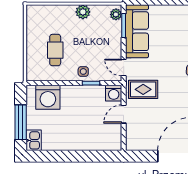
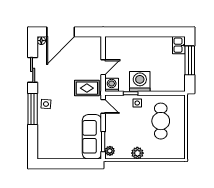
cafe table: (55, 50) -> (161, 121), width x1.37, depth x1.35
washing machine: (48, 97) -> (140, 81), moved

